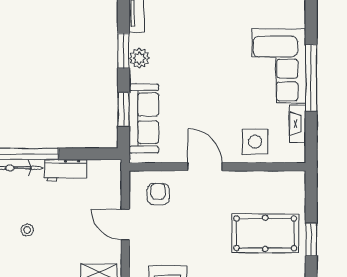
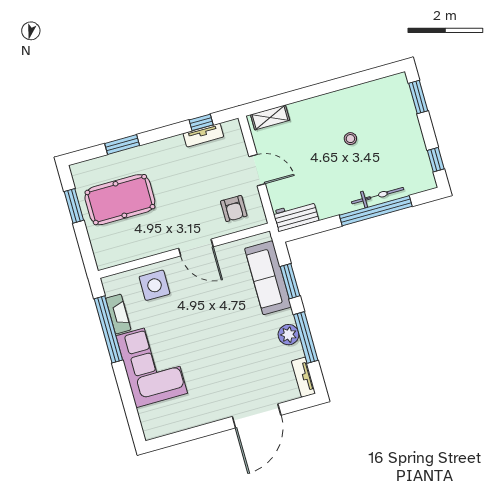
window: (124, 51) -> (306, 337), width x1.44
window: (311, 78) -> (108, 329), moved
workbench: (66, 170) -> (296, 216), moved

